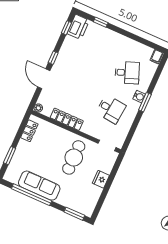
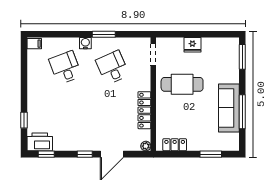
window: (145, 102) -> (104, 34), moved
desk: (111, 109) -> (112, 68), turned -30
window: (32, 195) -> (242, 112), width x0.68

